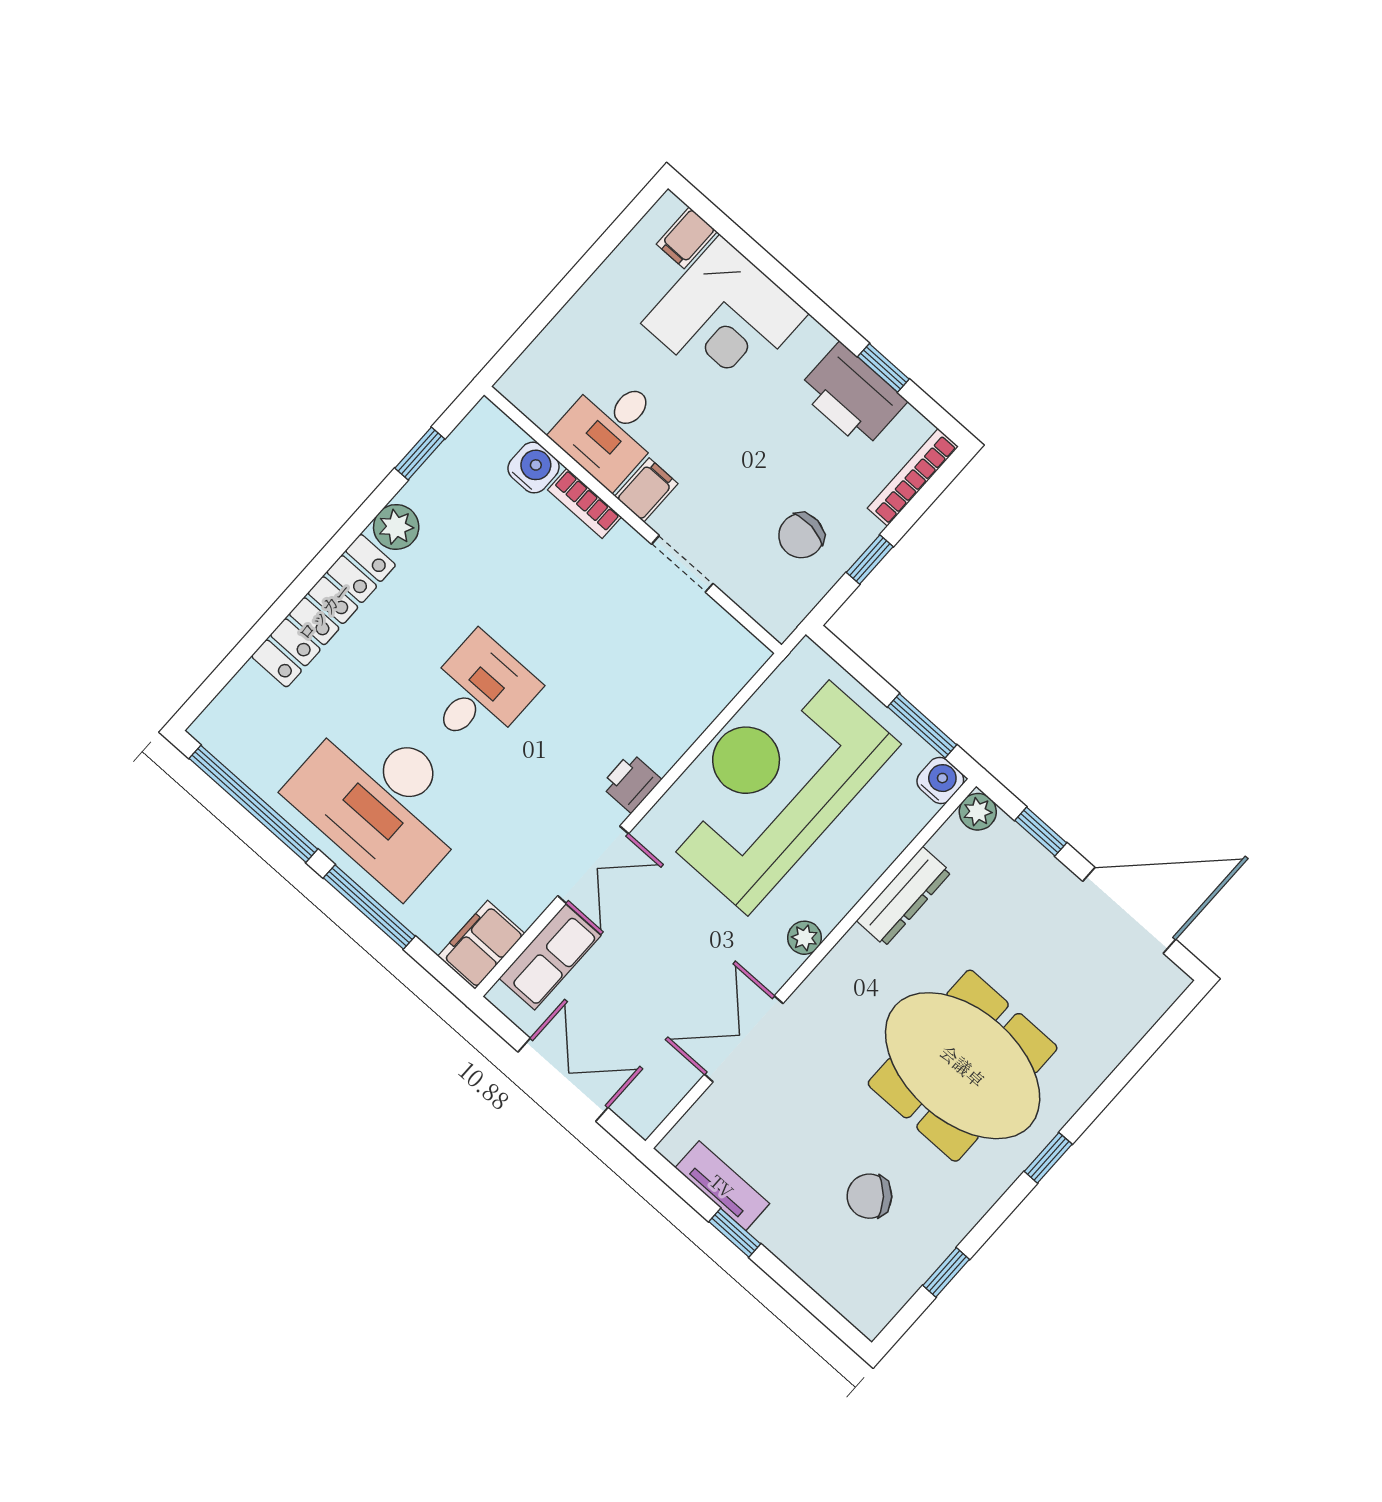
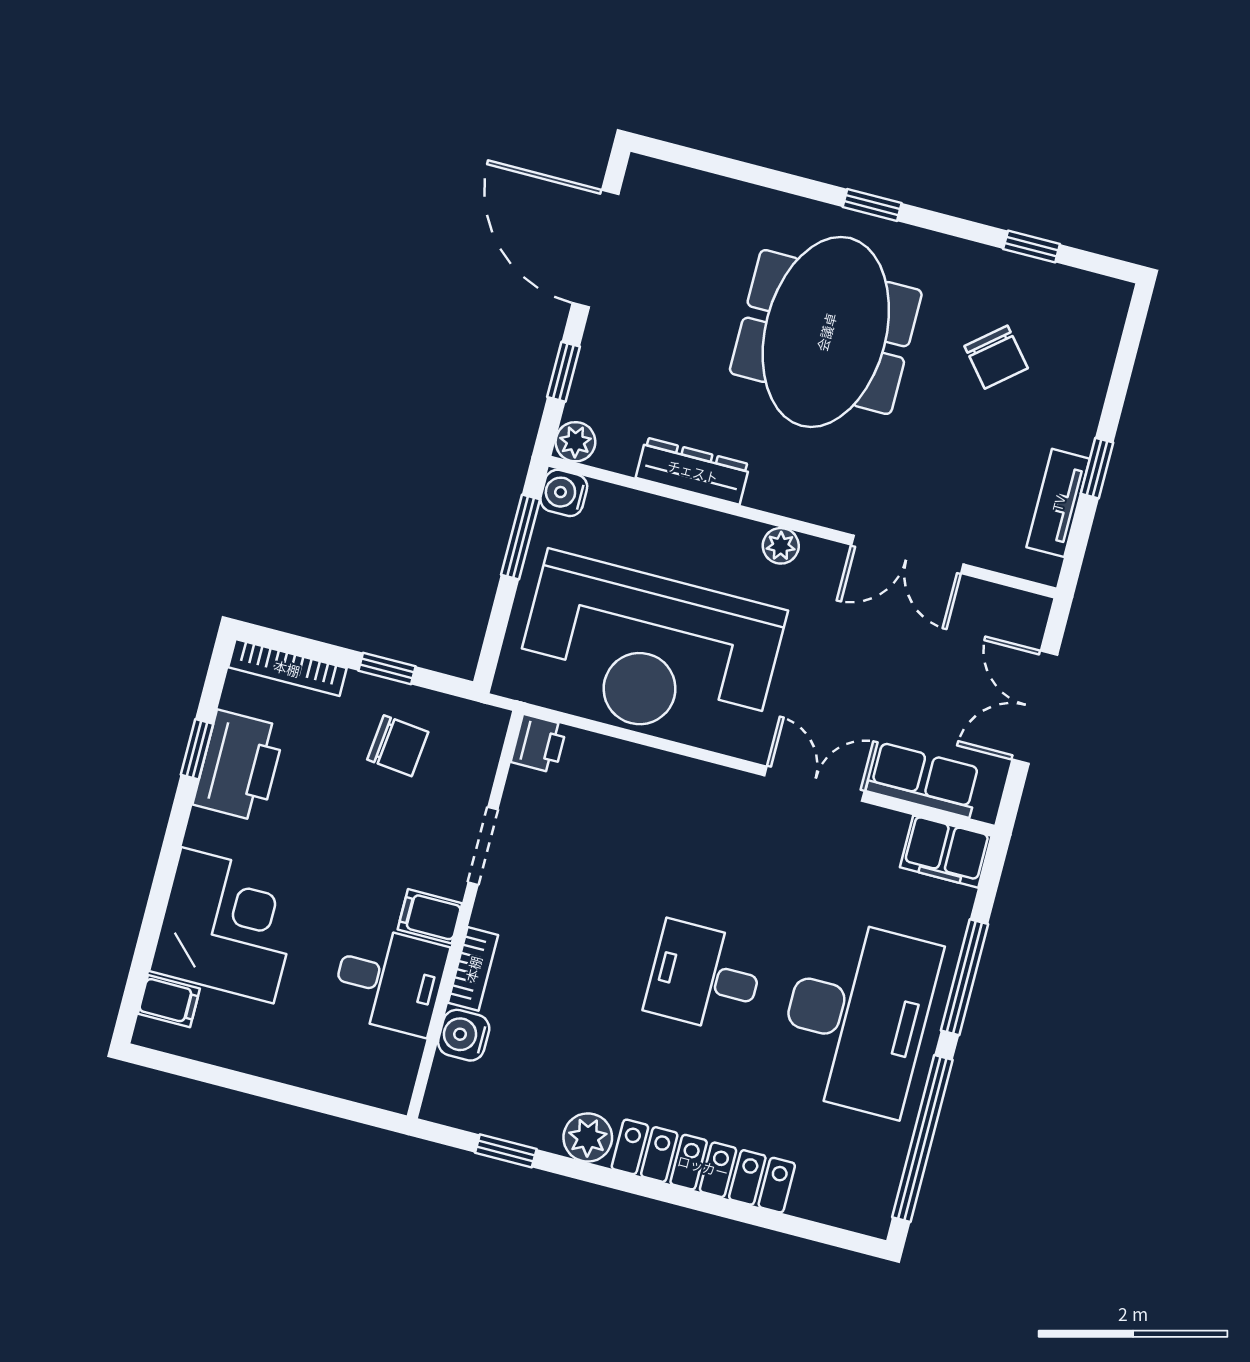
printer: (631, 783) -> (539, 744), moved, turned -90

